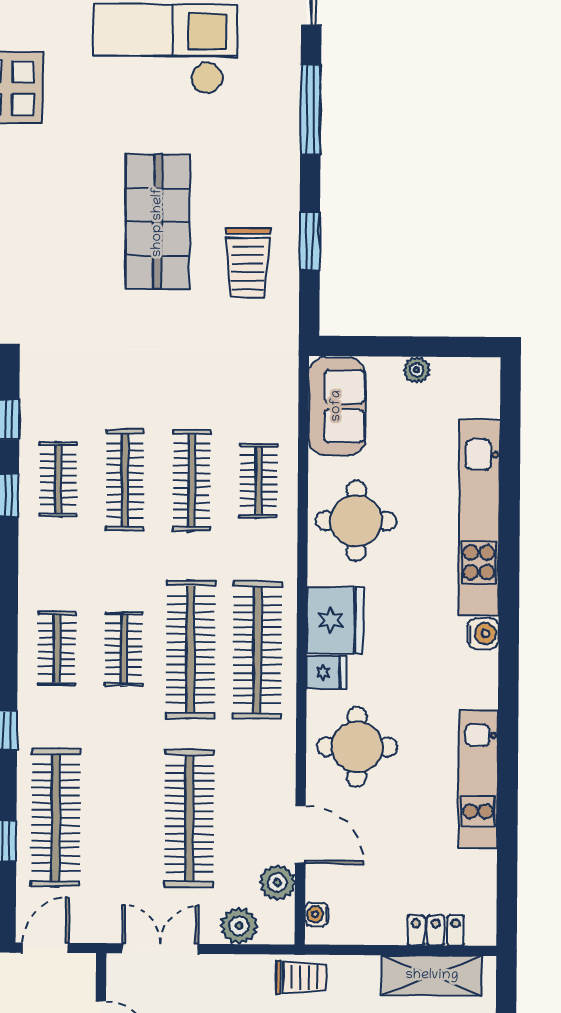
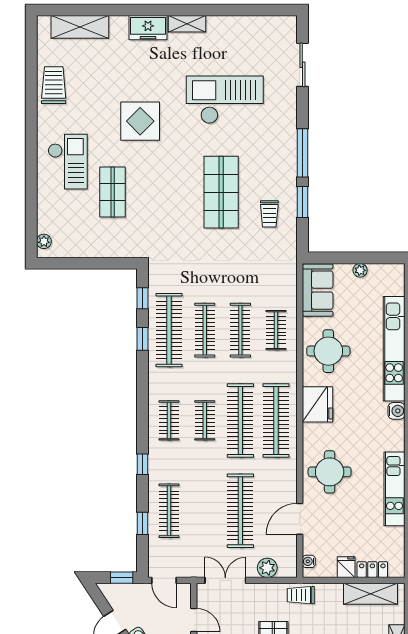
window: (311, 110) -> (302, 153), moved
trolley: (247, 263) -> (269, 214), width x0.73, depth x0.72
clothes rail: (58, 479) -> (169, 330), width x1.86, depth x1.31
fridge: (326, 673) -> (346, 567), moved, turned -90
clothes rail: (56, 818) -> (169, 511), width x0.73, depth x0.76
door: (300, 835) -> (300, 519), swing flipped
plant: (277, 882) -> (288, 545), removed
door: (45, 948) -> (164, 580), swing flipped
trolley: (301, 977) -> (301, 595), turned 180

